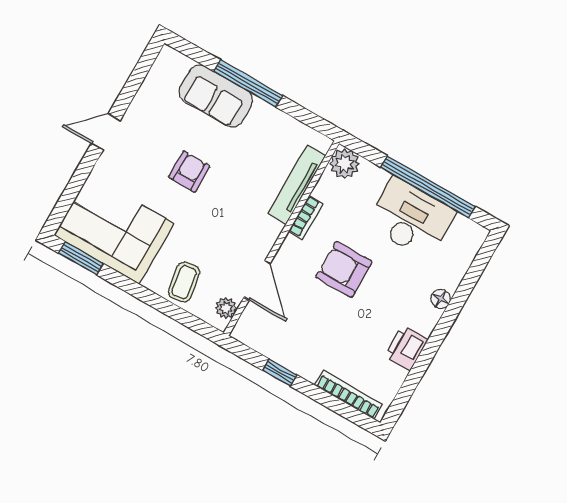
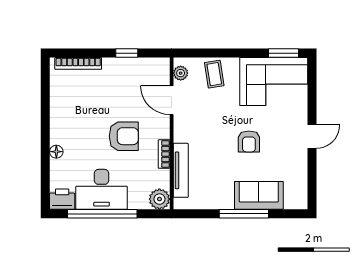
printer: (406, 348) -> (62, 199), moved, turned -90

